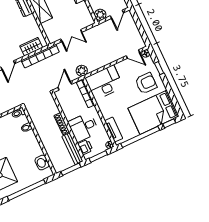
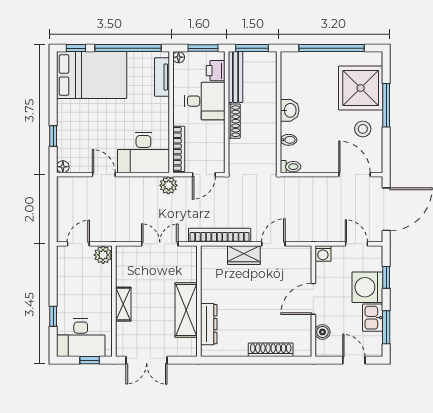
wardrobe: (31, 47) -> (244, 255), moved
door: (133, 54) -> (104, 175), moved
armchair: (146, 83) -> (83, 123), removed
washbasin: (42, 163) -> (290, 110), moved

